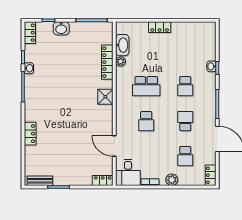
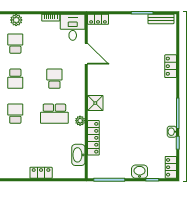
plant: (121, 62) -> (80, 121), moved
school desk: (146, 86) -> (54, 114), turned 180
plant: (172, 180) -> (16, 20), moved

